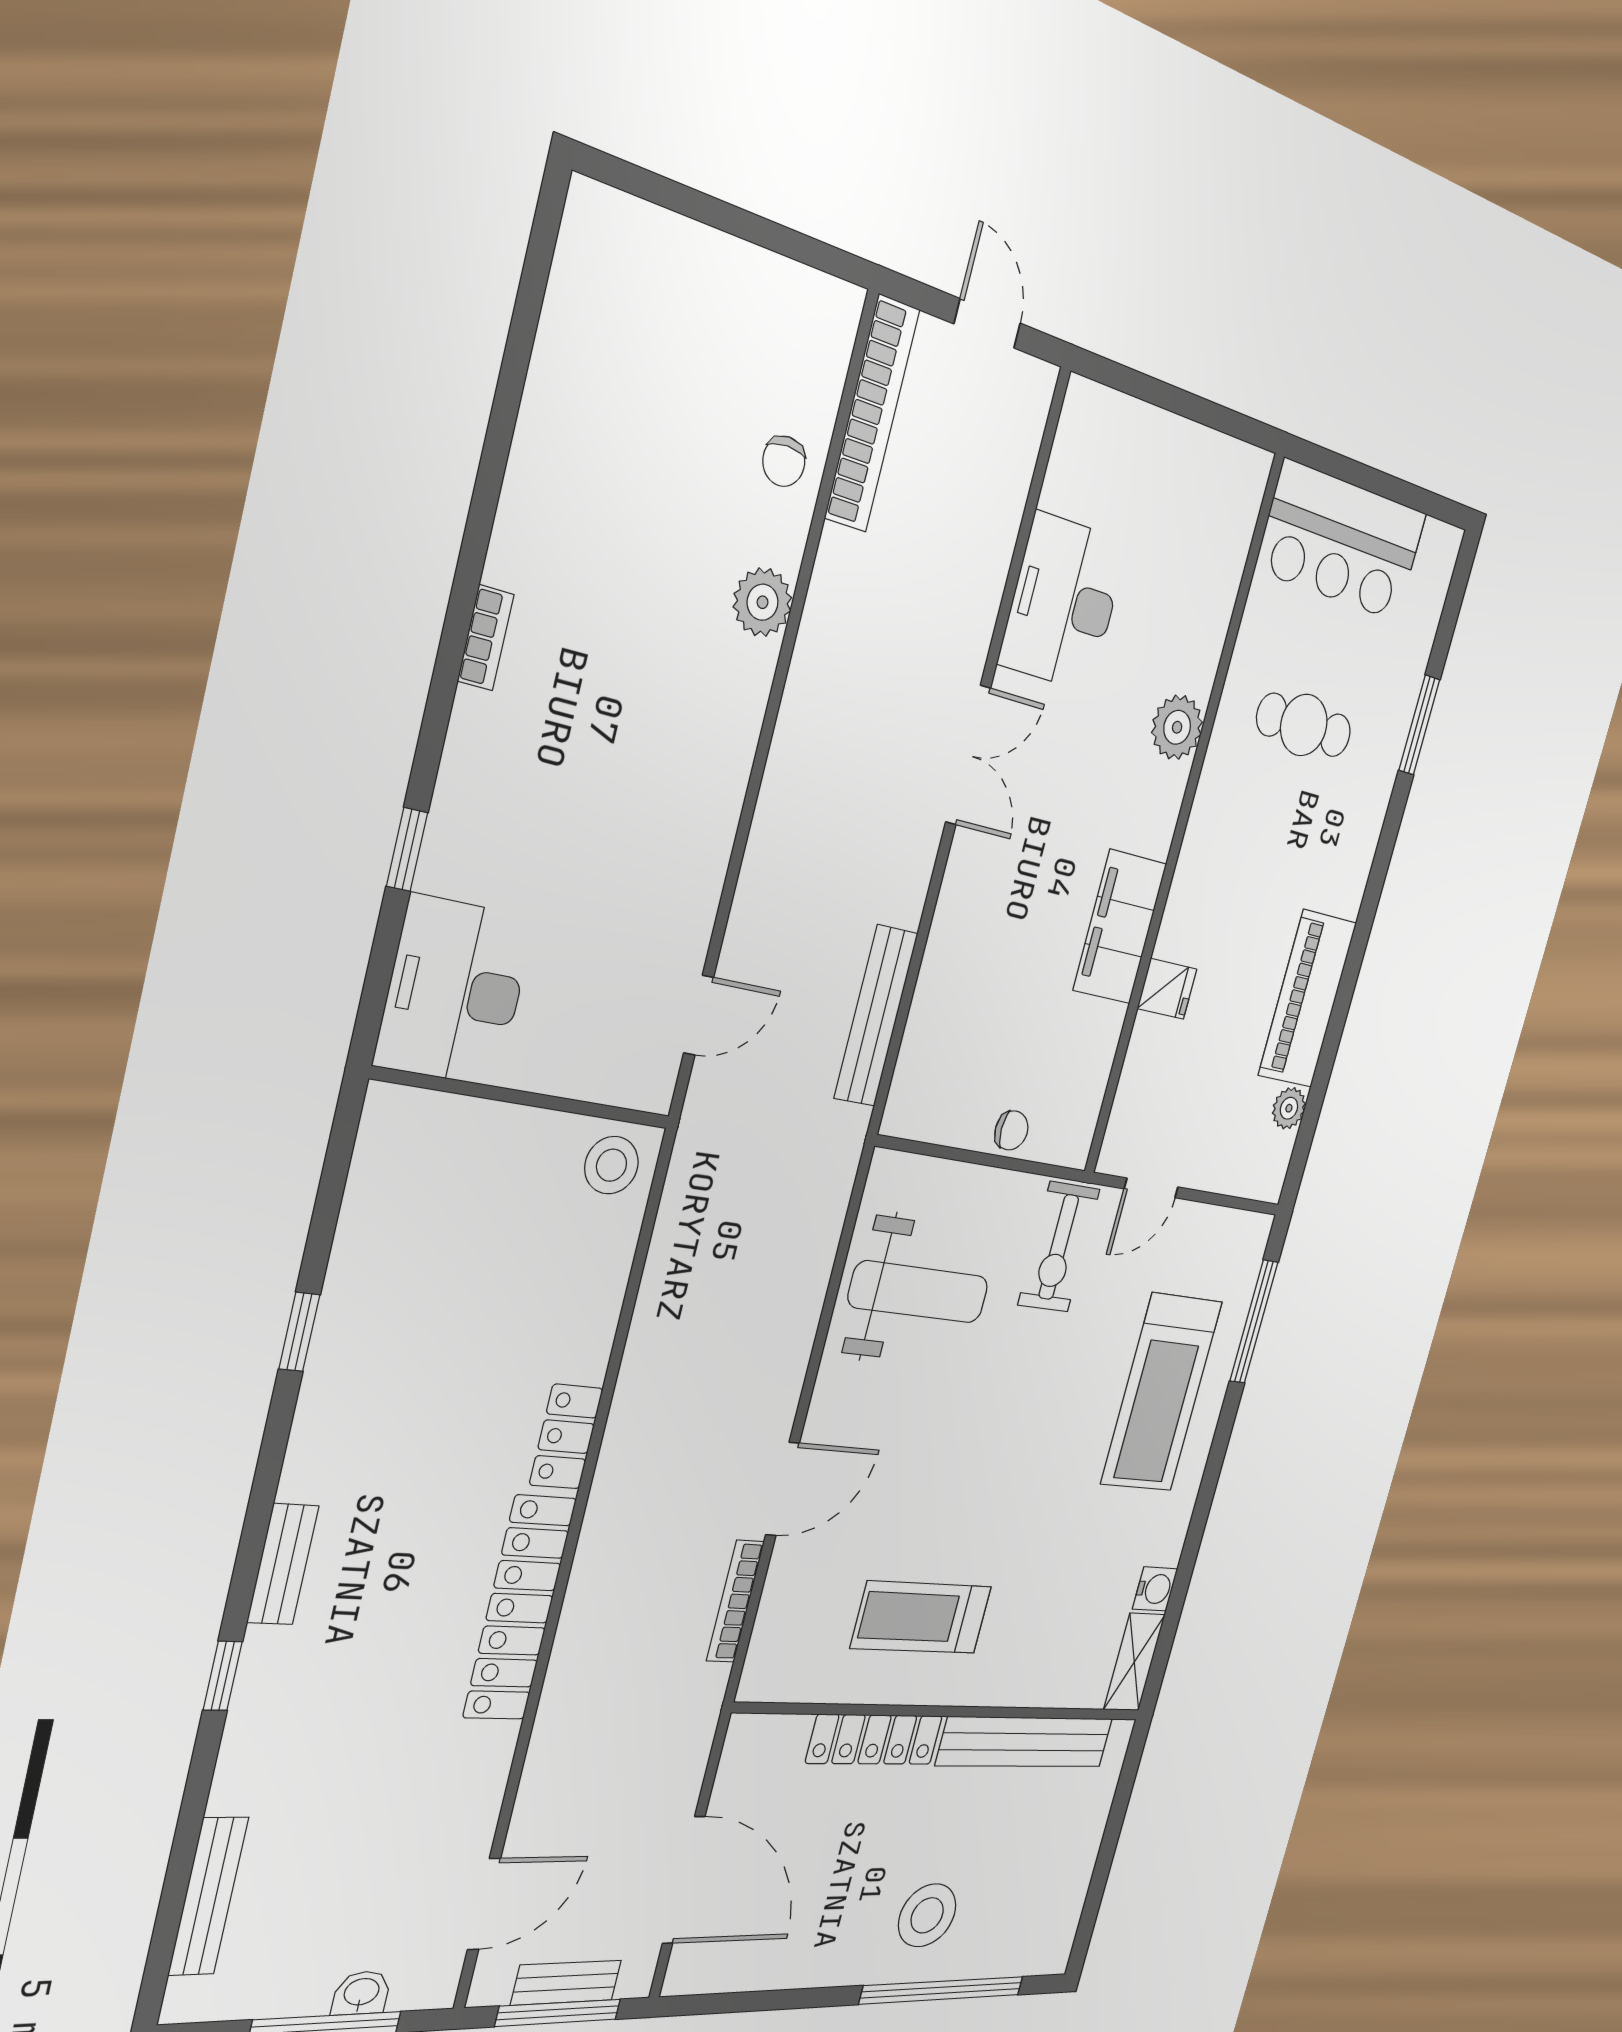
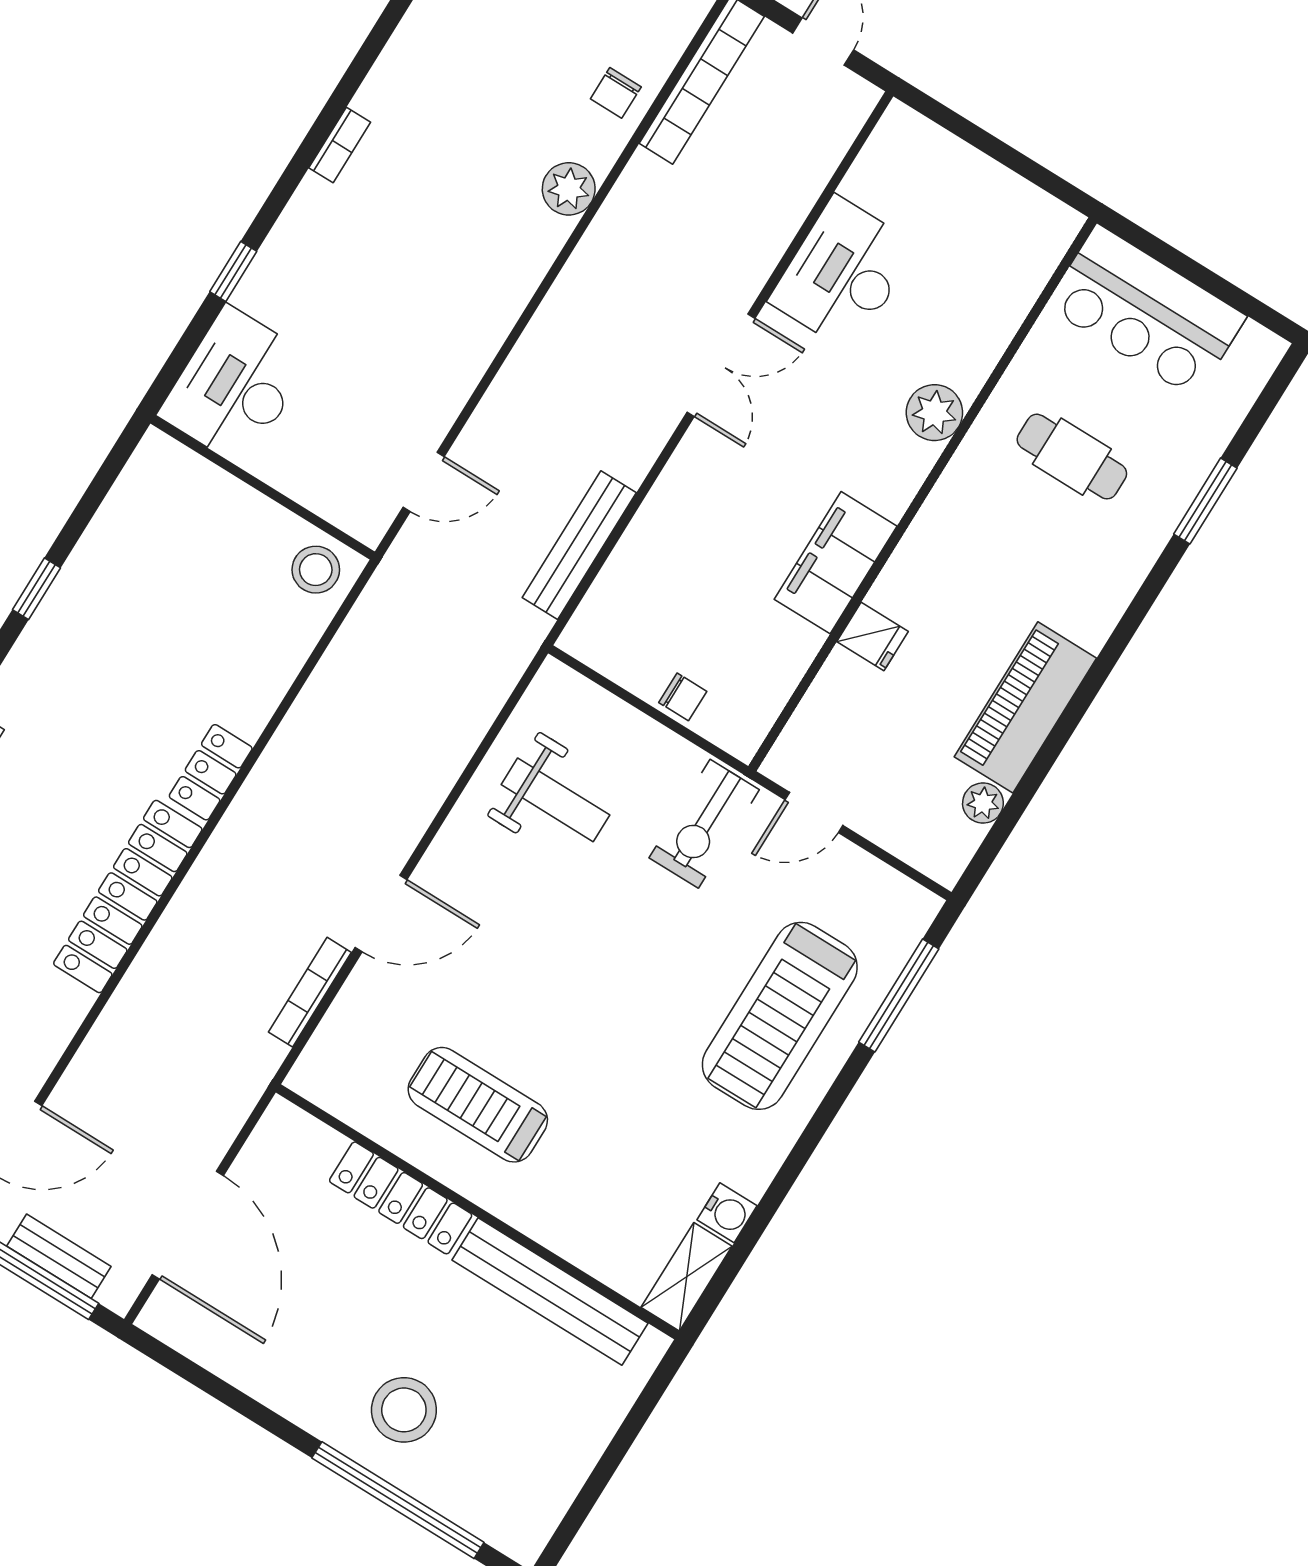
weight bench: (919, 1292) -> (555, 800), width x0.73, depth x0.75

